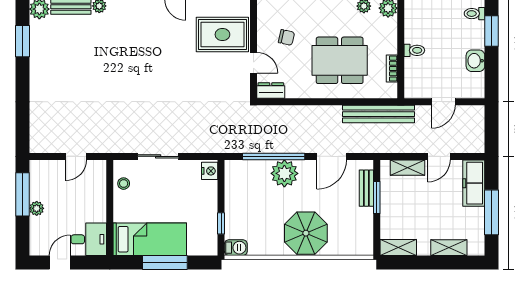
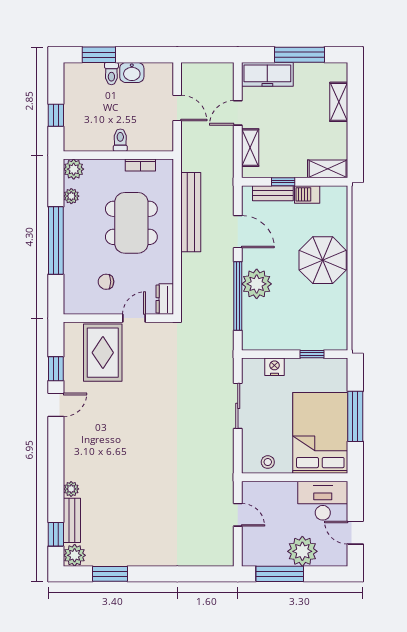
toilet: (474, 14) -> (111, 74), moved
chair: (286, 37) -> (106, 282), turned -103
bench: (379, 114) -> (191, 212), moved
sliding door: (158, 156) -> (238, 406), moved
door: (439, 156) -> (238, 113), swing flipped
nightstand: (210, 171) -> (274, 367), moved
window: (377, 197) -> (283, 182), width x0.67
plant: (37, 208) -> (302, 551), width x1.87, depth x1.87
desk: (89, 239) -> (323, 501), width x1.37
bed: (150, 239) -> (320, 433), width x1.50
barbecue: (236, 248) -> (307, 194), moved, turned -90
shelving: (398, 248) -> (328, 169), moved, turned 90

